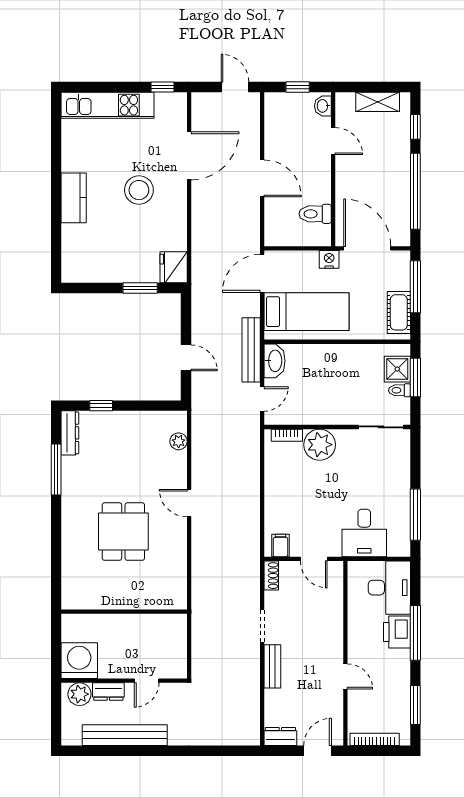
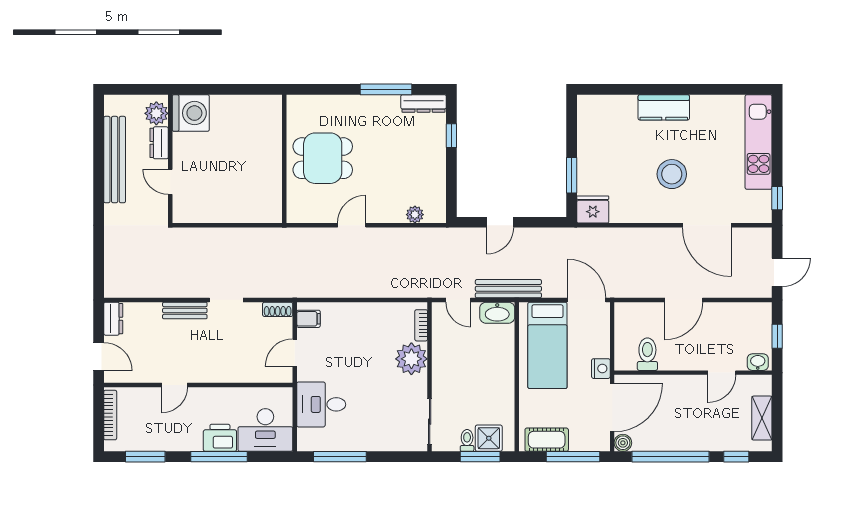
boiler: (402, 238) -> (623, 443), added
wall: (124, 612) -> (284, 159), moved

